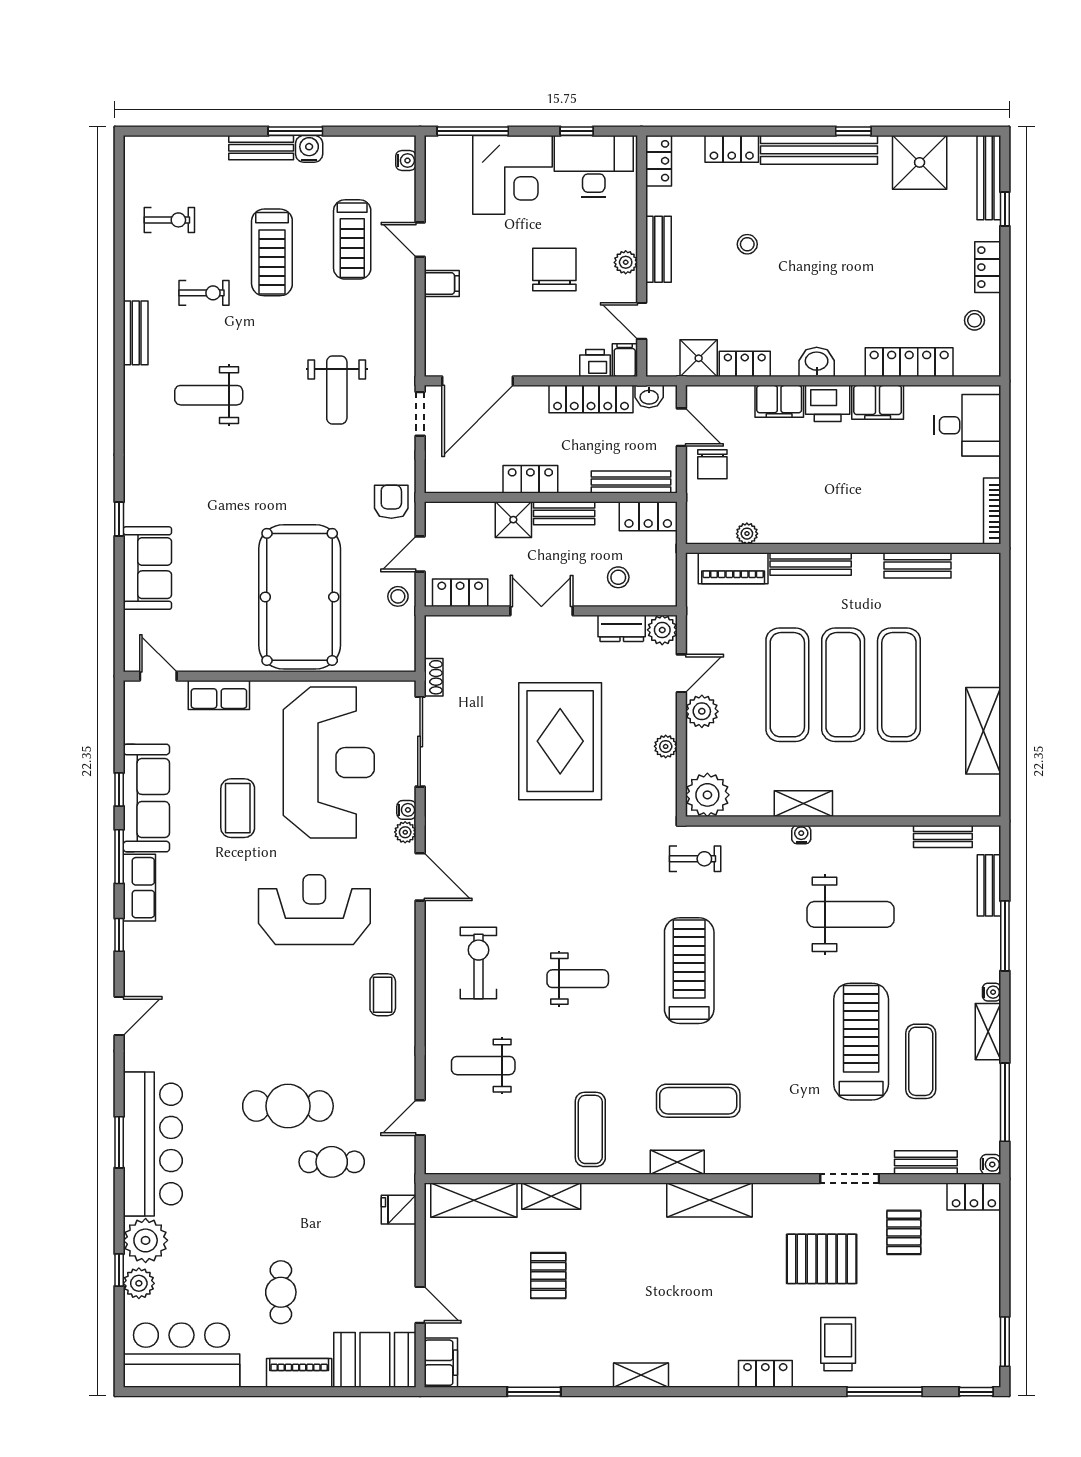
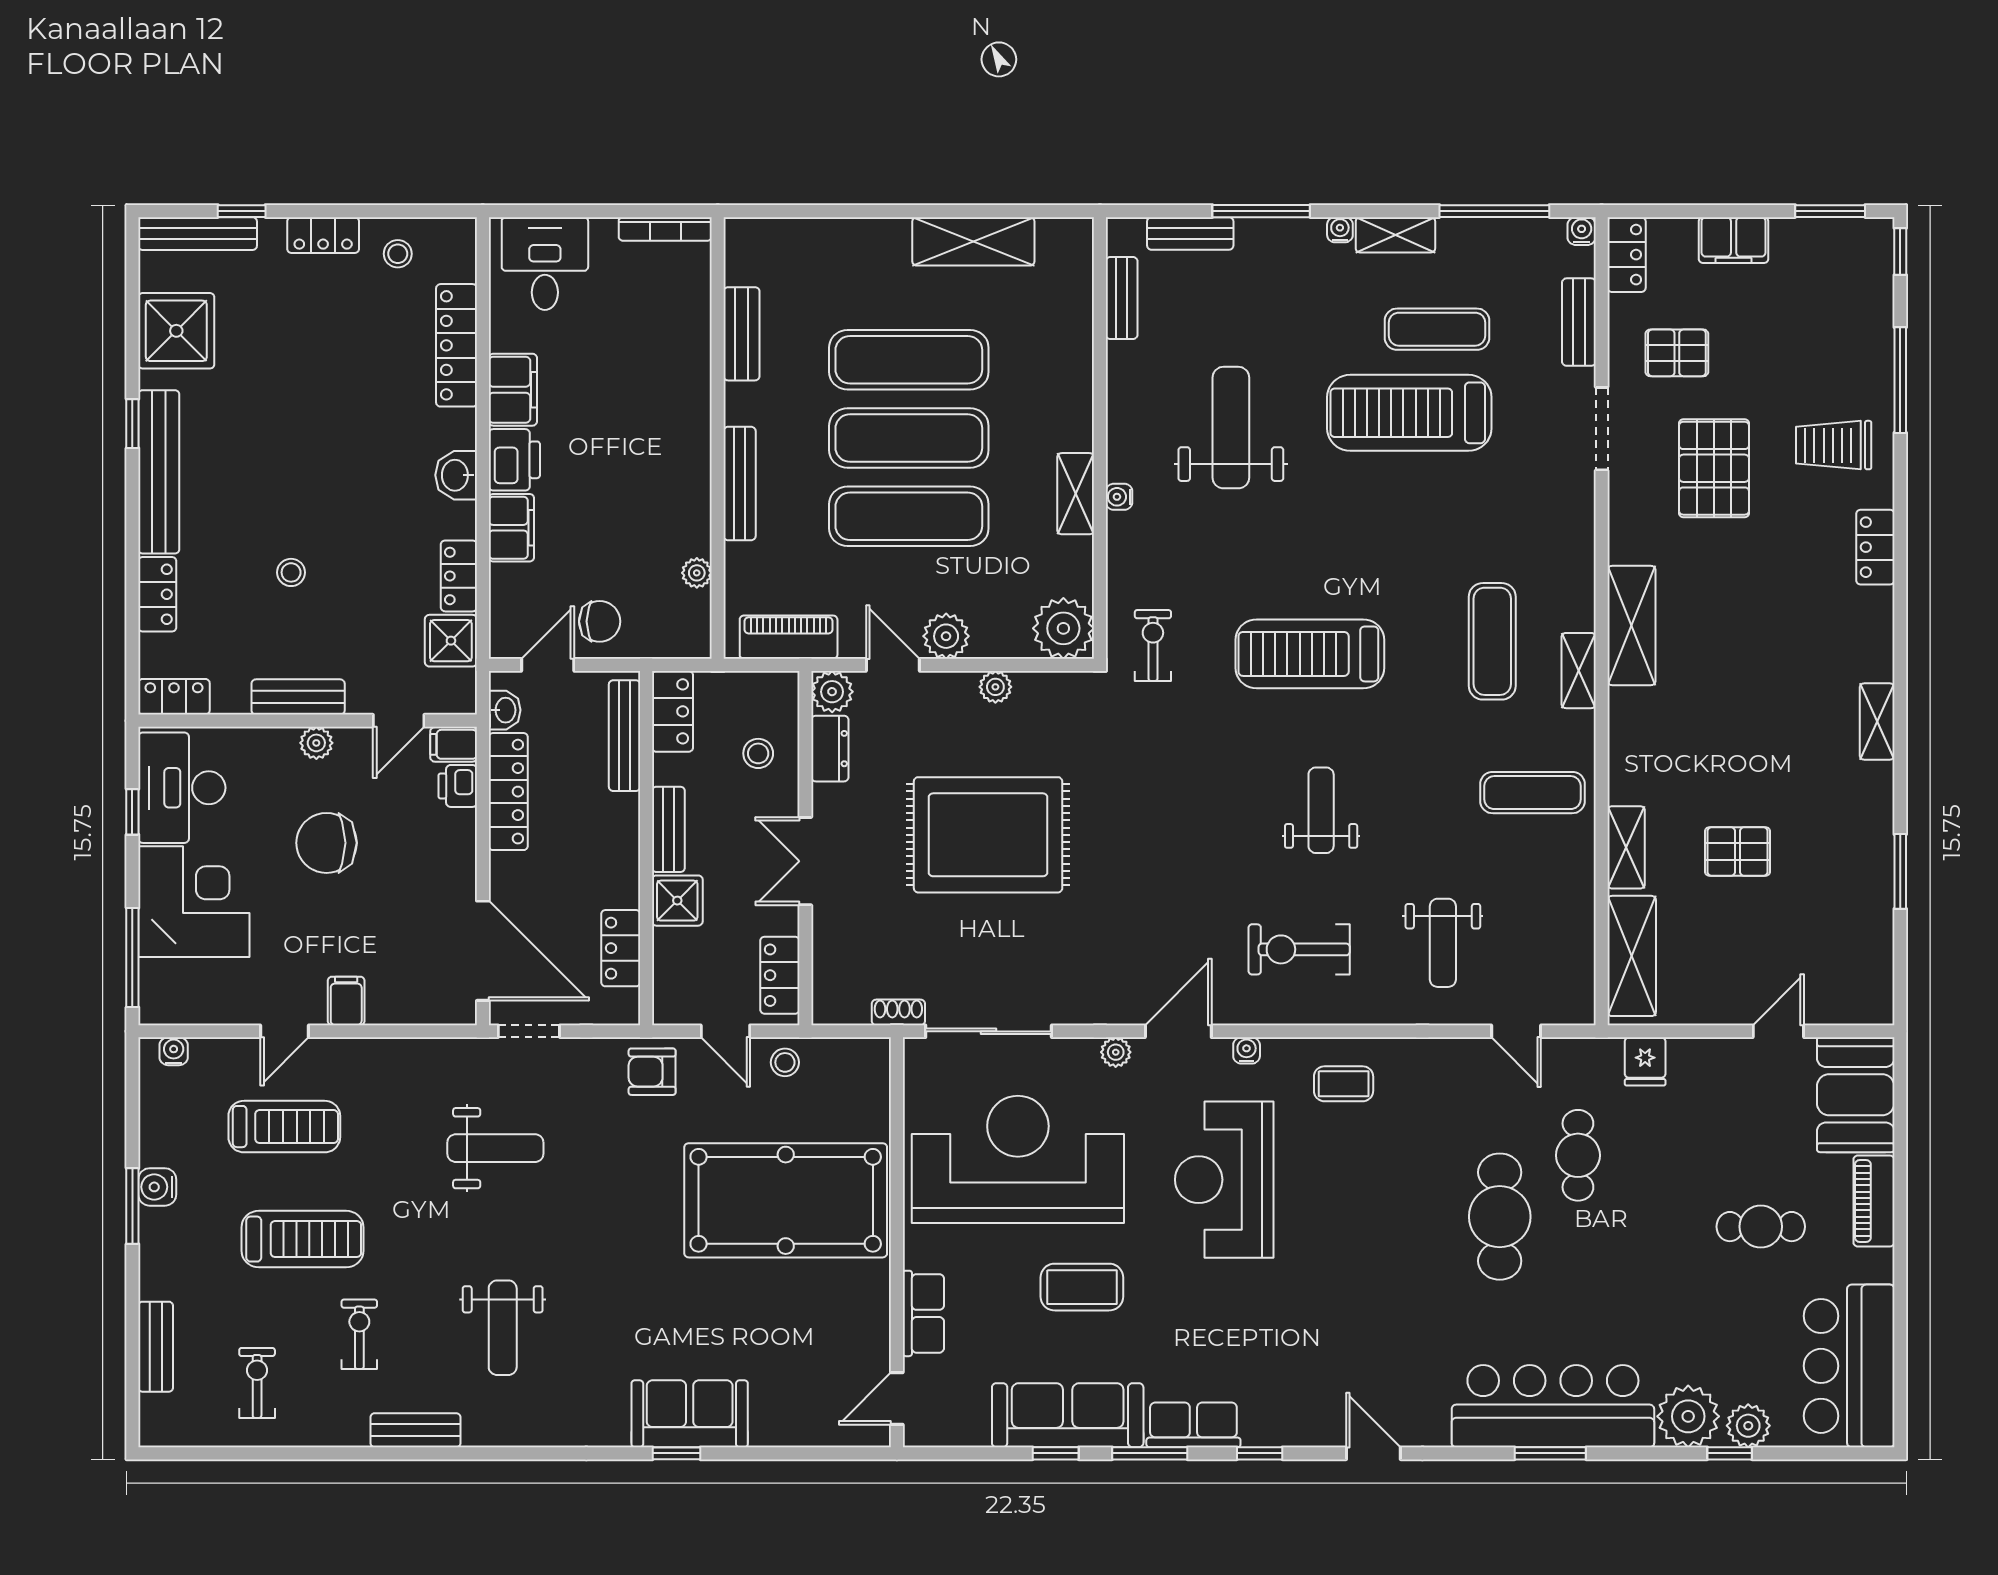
bench: (261, 148) -> (156, 1347), moved
locker: (530, 479) -> (621, 948), moved
sofa: (147, 568) -> (690, 1414), moved
piano: (733, 568) -> (789, 637), moved, turned -90
water cooler: (406, 810) -> (1247, 1050), moved
filing cabinet: (441, 1363) -> (1734, 240), moved, turned 180

